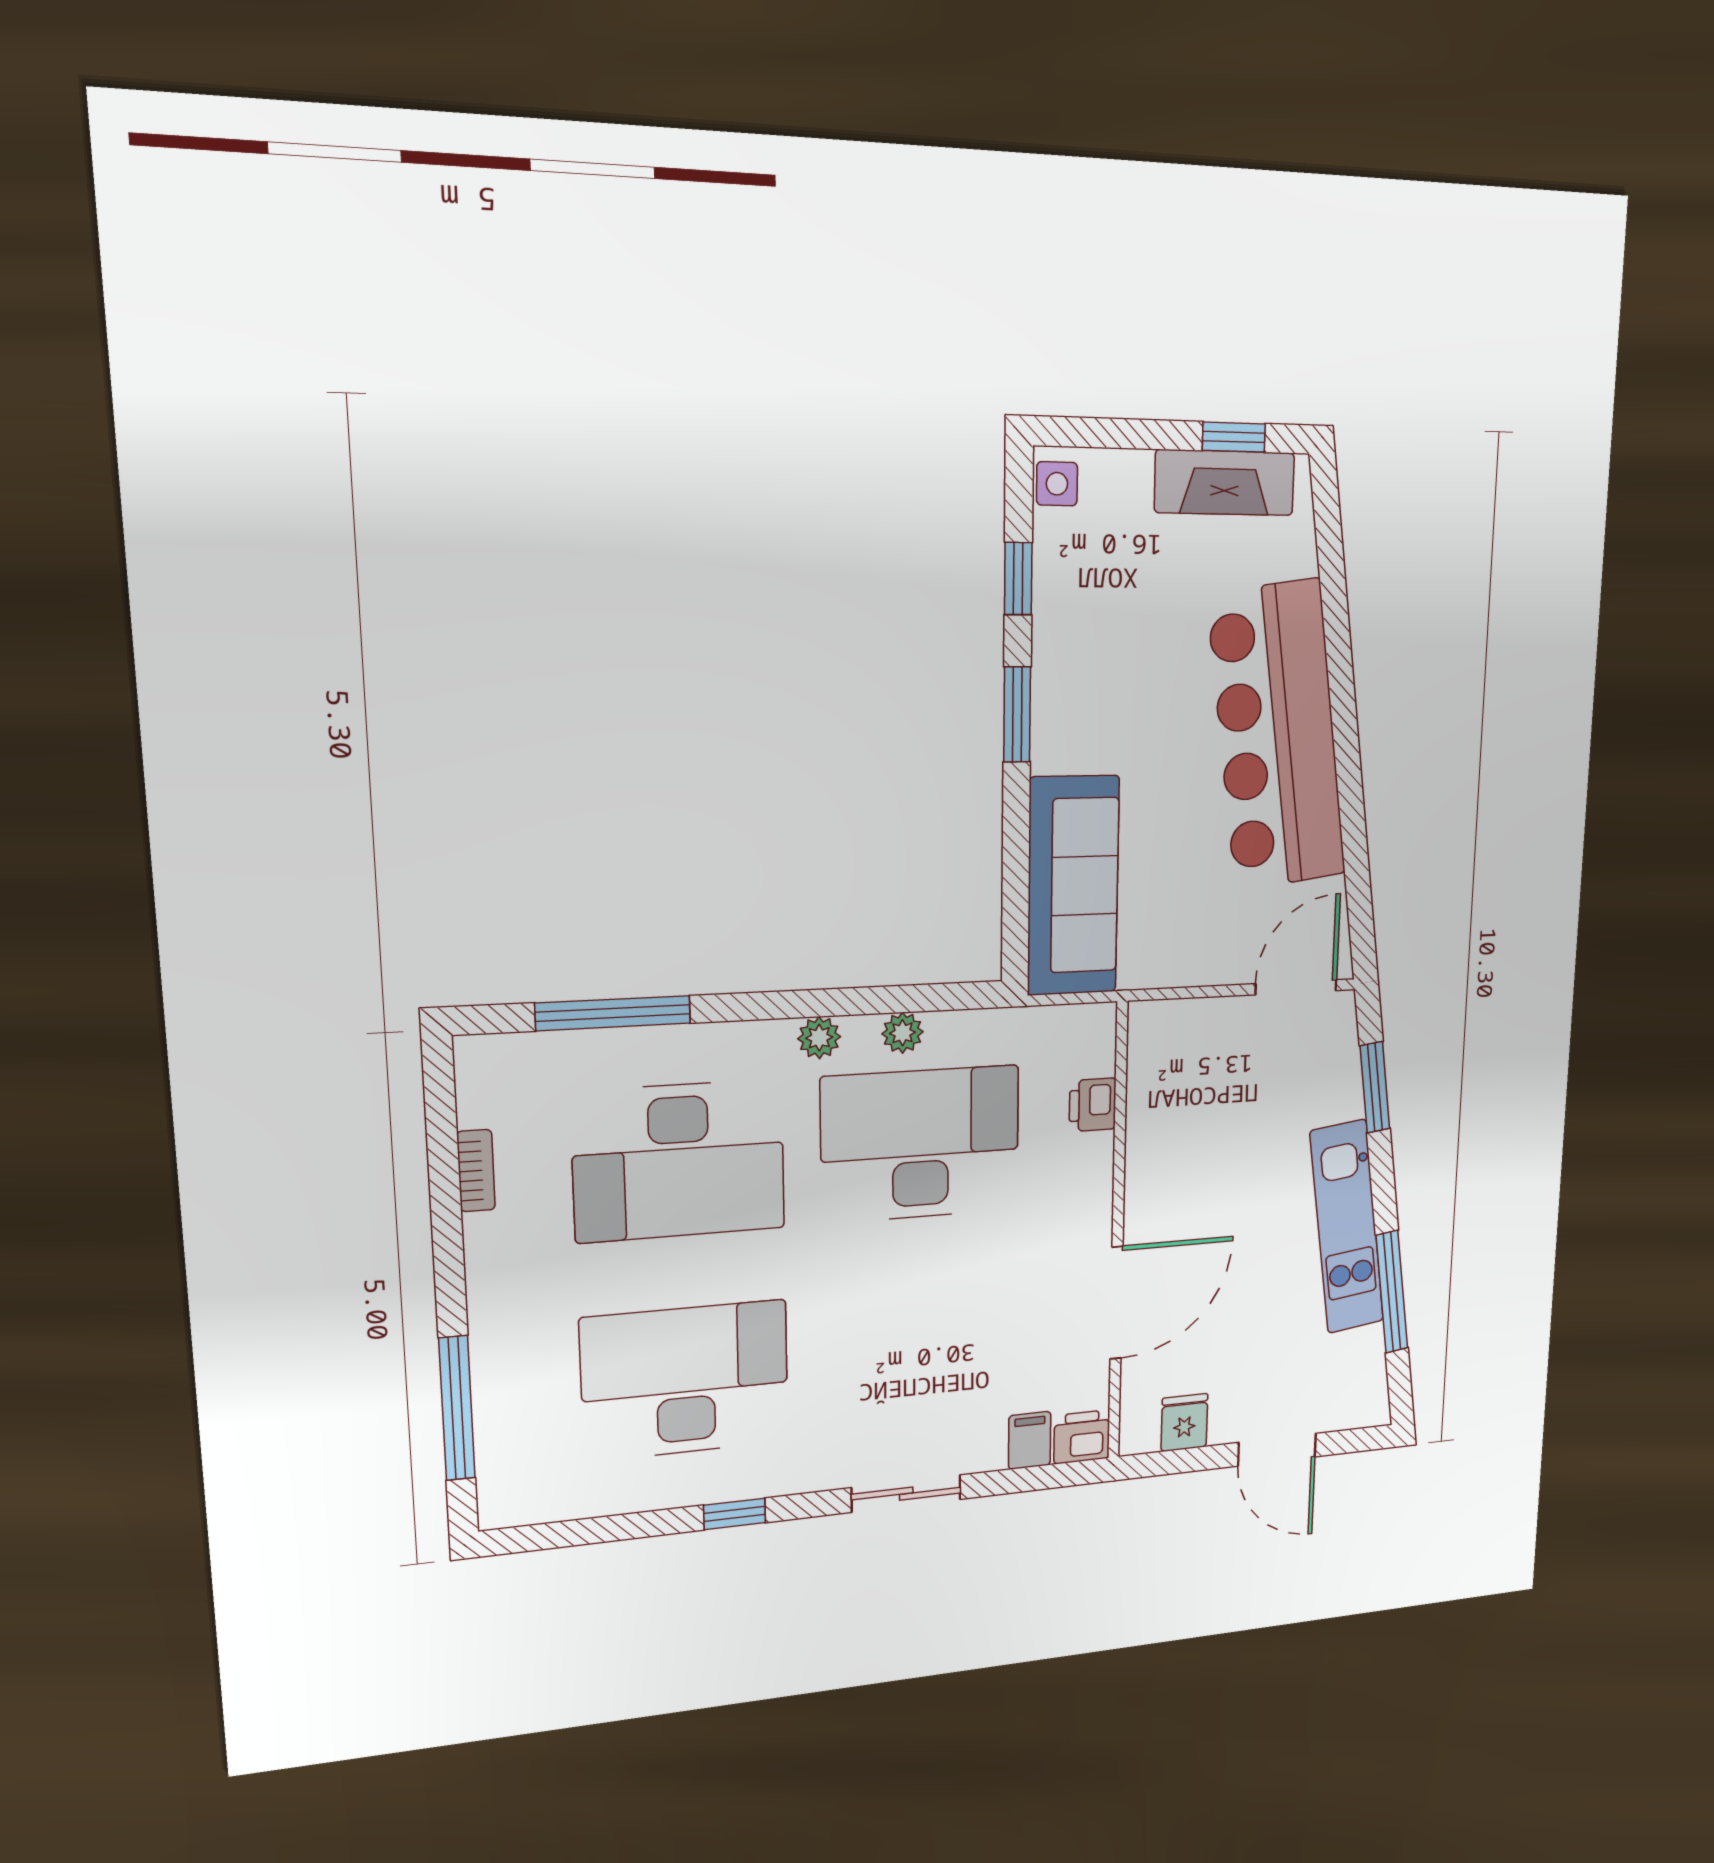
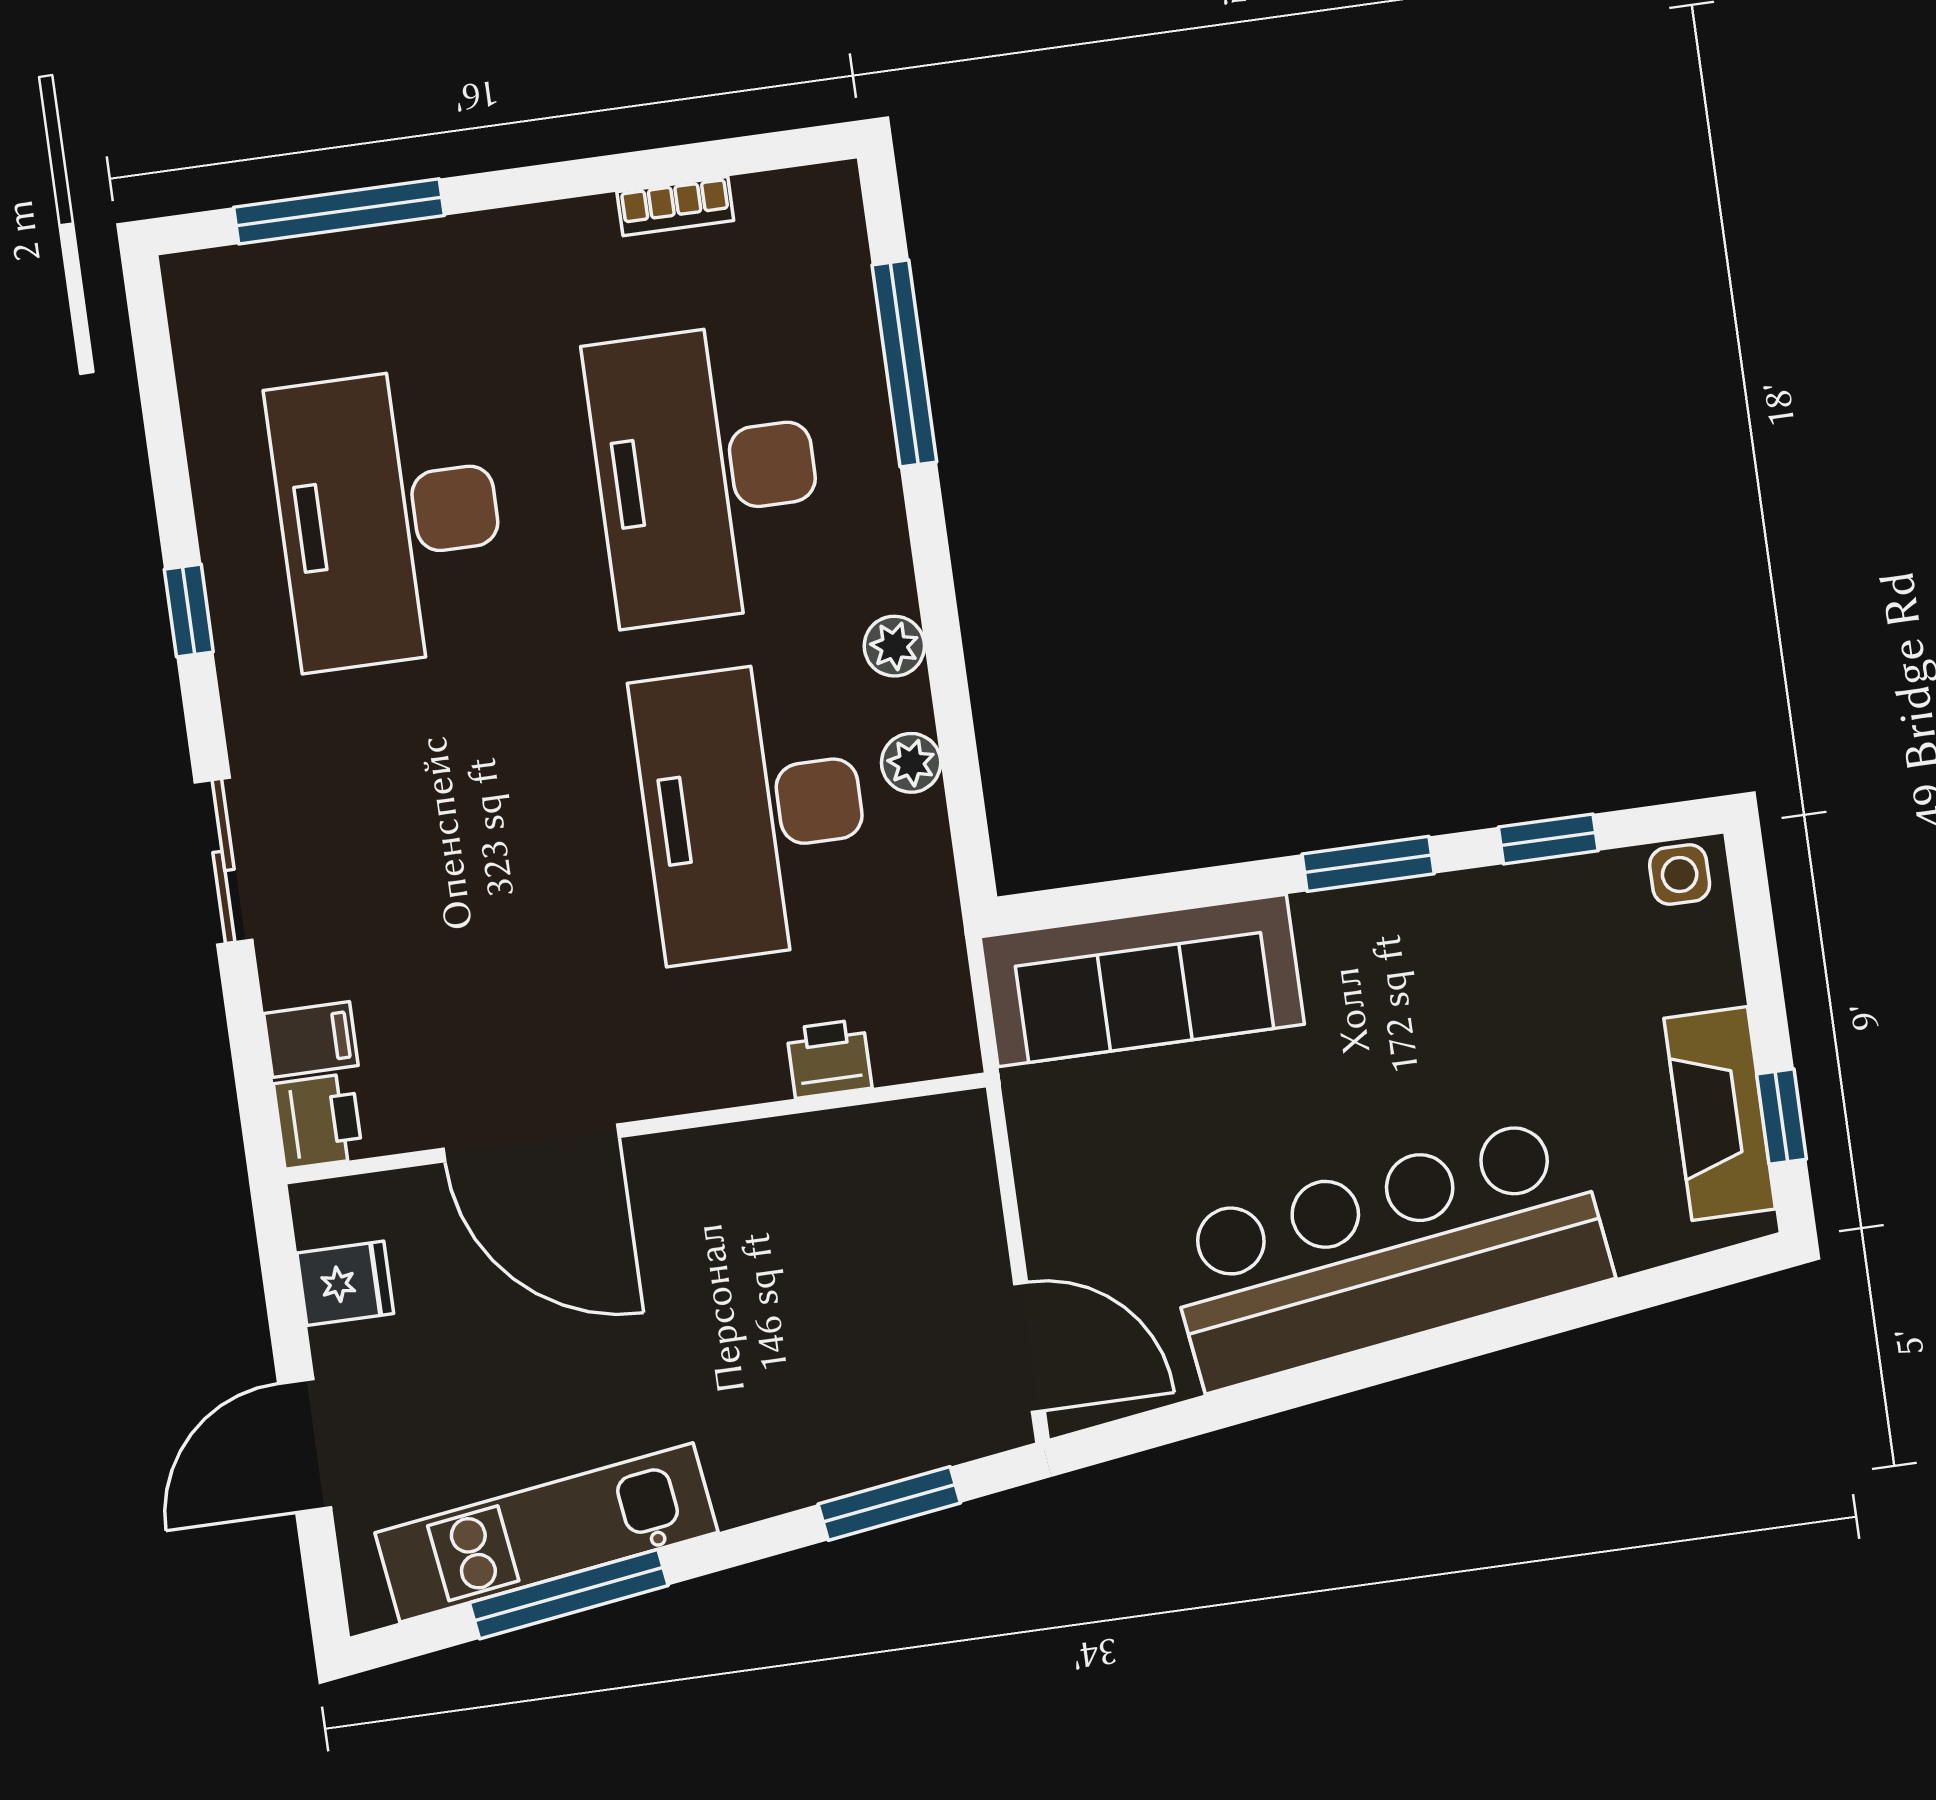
desk: (920, 1144) -> (753, 810), turned 180
kitchen unit: (1347, 1227) -> (546, 1533), moved
desk: (685, 1380) -> (389, 518), turned 180

